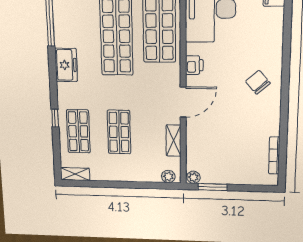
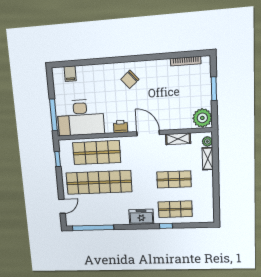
freezer: (66, 65) -> (141, 217), moved
shelving: (75, 174) -> (208, 159), moved
plant: (193, 177) -> (202, 118), width x1.88, depth x1.88
window: (213, 187) -> (214, 89), moved

